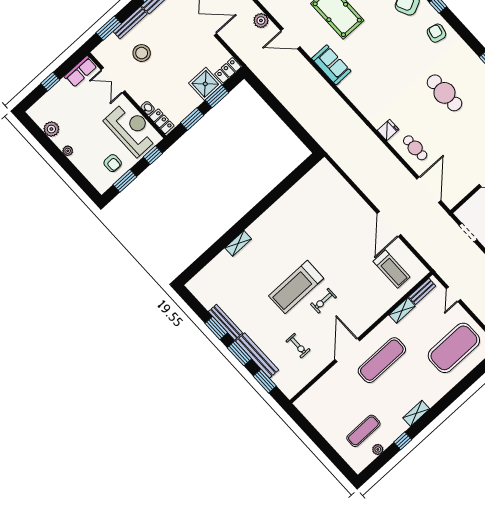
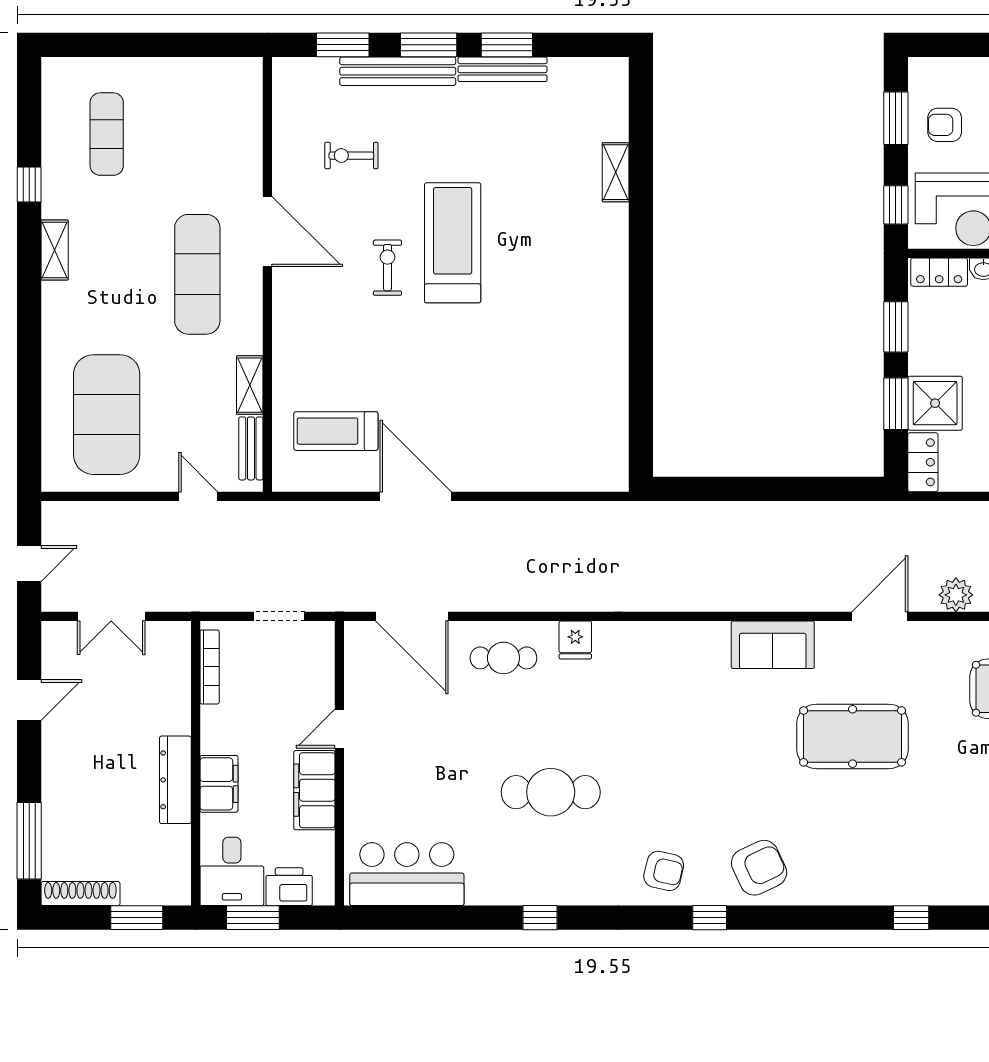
shelving: (238, 243) -> (616, 172), moved
plant: (378, 449) -> (53, 130), removed

